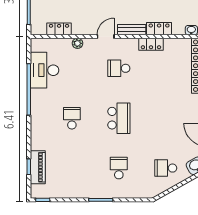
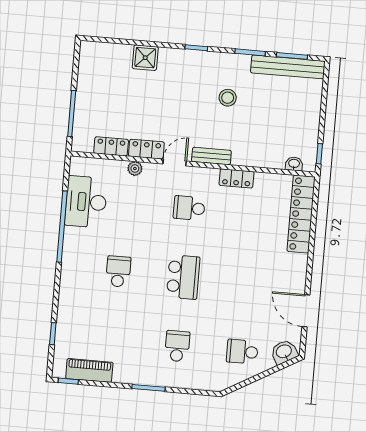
locker: (159, 29) -> (146, 149), moved
piano: (38, 167) -> (89, 370), moved, turned -90

